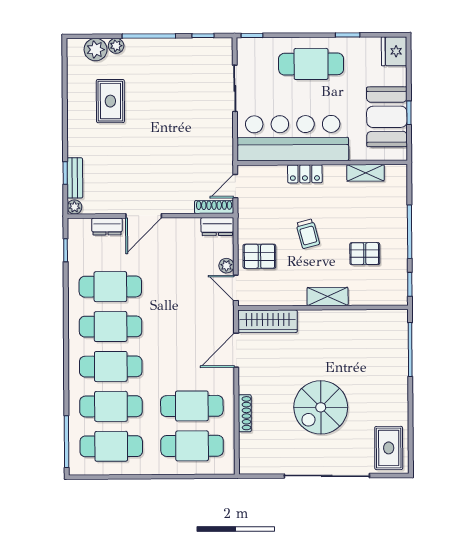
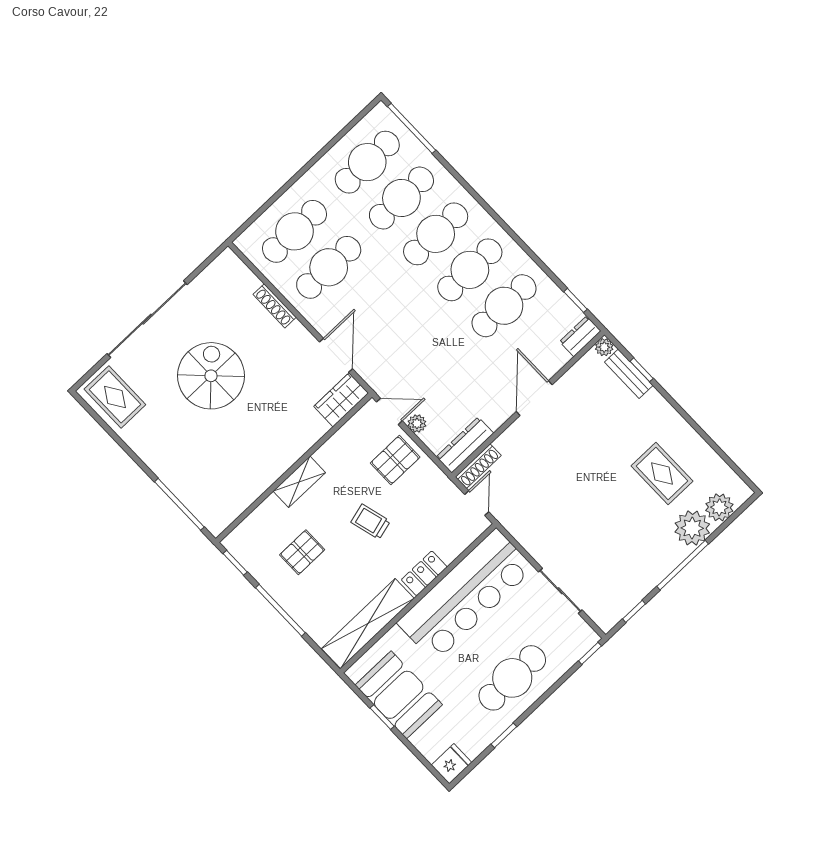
plant: (116, 46) -> (692, 528), width x1.88, depth x1.88
fridge: (394, 51) -> (451, 764), width x0.72
shelving: (366, 173) -> (368, 623), width x2.20, depth x1.33
dresser: (107, 226) -> (580, 336), moved
dresser: (217, 227) -> (465, 445), width x1.44
wardrobe: (268, 321) -> (341, 400), width x0.67

